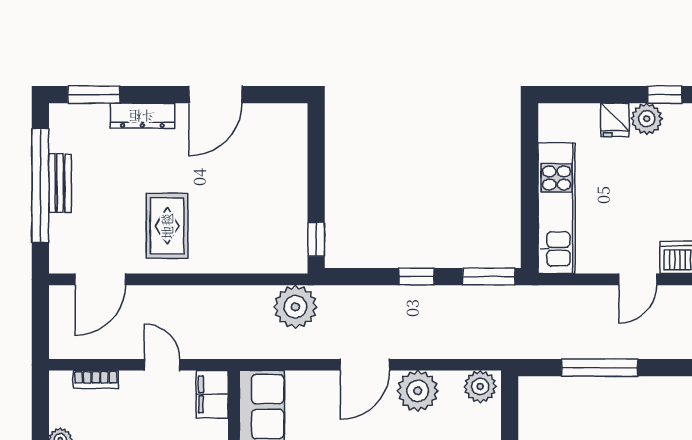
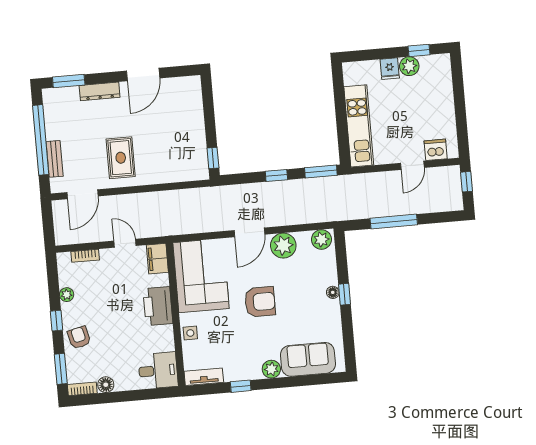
bench: (60, 183) -> (55, 159), moved
plant: (295, 307) -> (204, 200), removed

